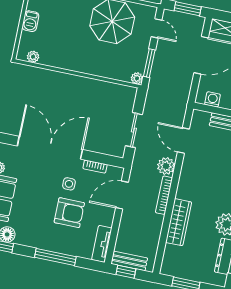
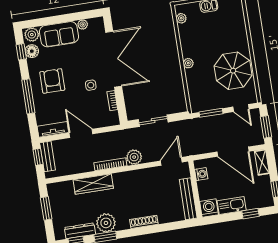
door: (157, 28) -> (241, 108), hinge flipped
plant: (137, 78) -> (188, 63), moved
door: (183, 141) -> (171, 161), moved
door: (122, 195) -> (81, 133), moved
armchair: (69, 213) -> (52, 81), moved, turned 180

